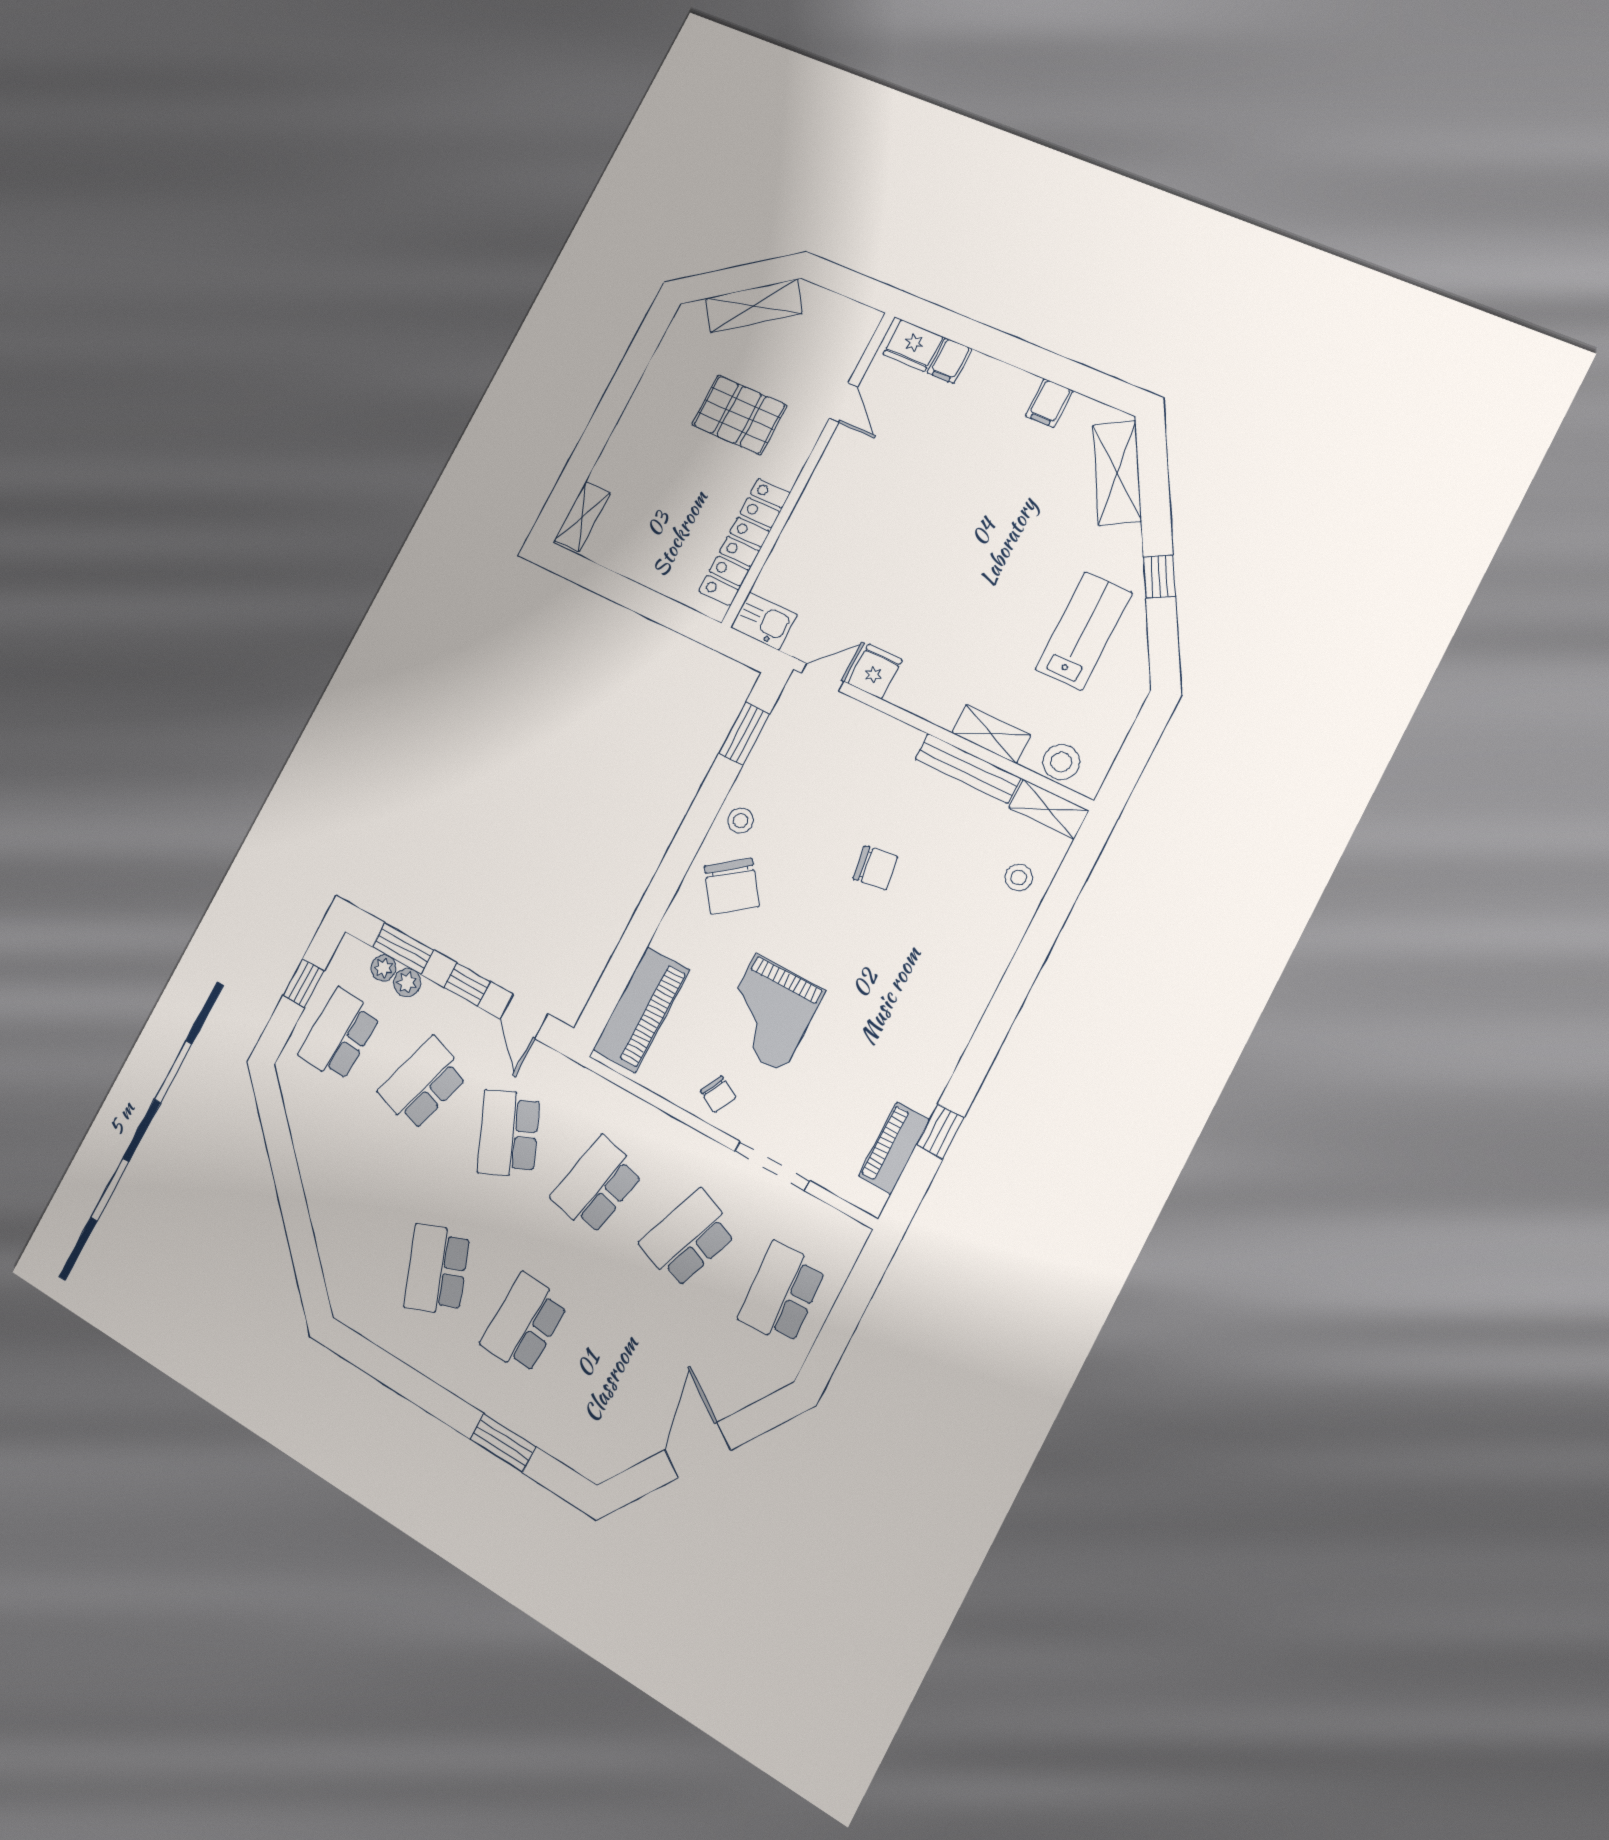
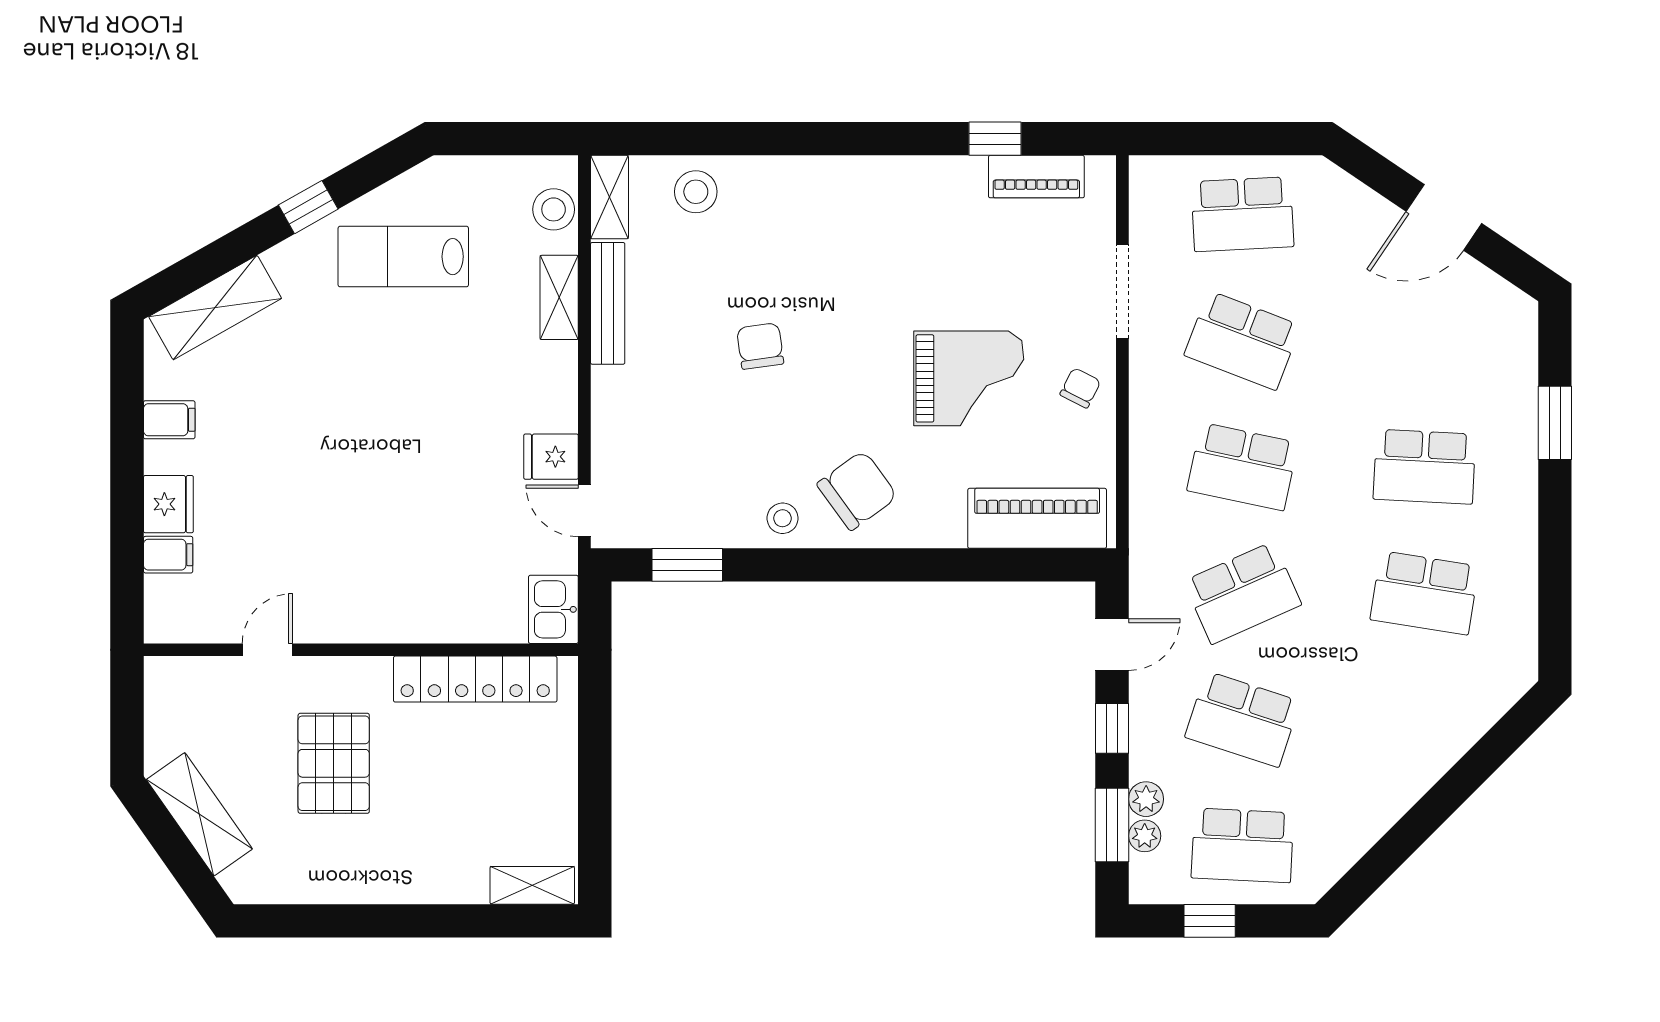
fridge: (913, 346) -> (168, 504), moved
stool: (1019, 878) -> (696, 192), width x1.37, depth x1.37
school desk: (437, 1270) -> (1424, 593), turned 30

